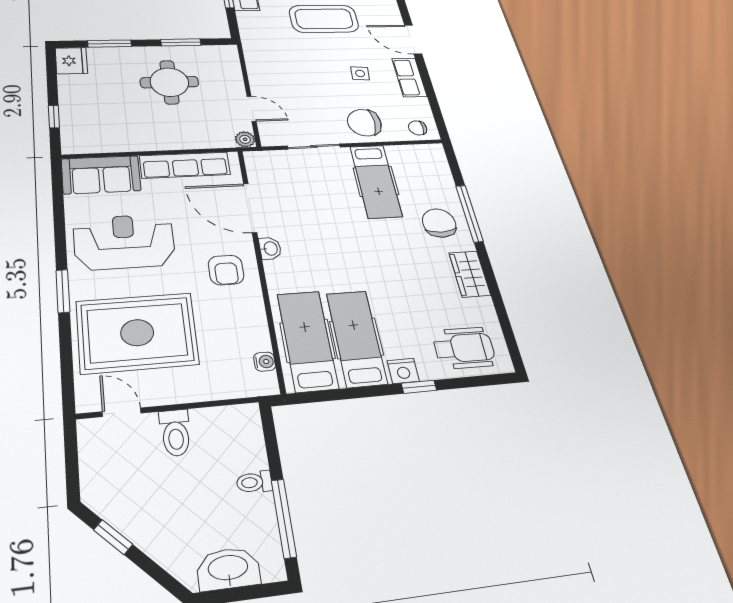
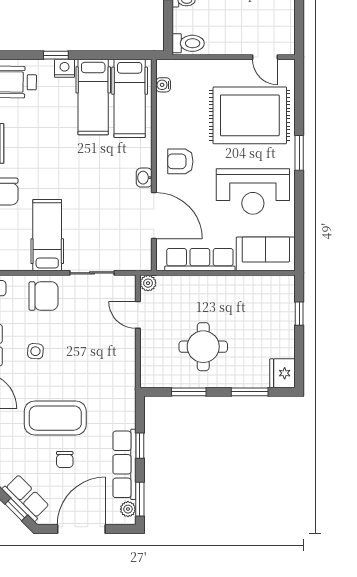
armchair: (226, 270) -> (180, 161), turned -90
toilet: (175, 433) -> (188, 43), moved, turned 90

